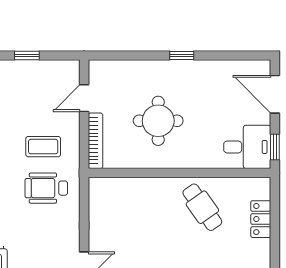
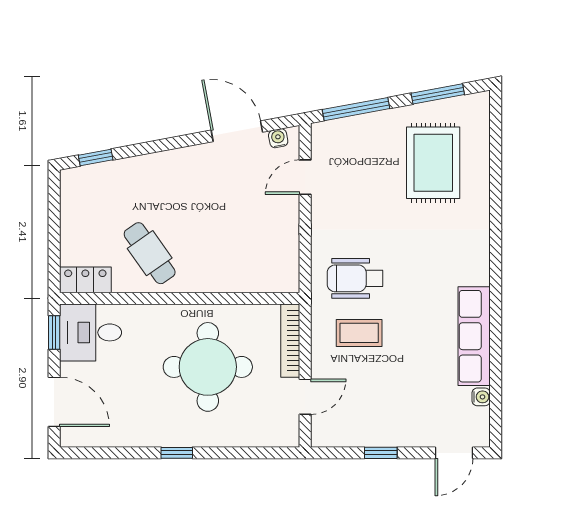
round table: (158, 121) -> (208, 367), width x1.36, depth x1.36
wheelchair: (46, 188) -> (355, 278), turned 180
locker: (261, 219) -> (85, 280), moved, turned -90

